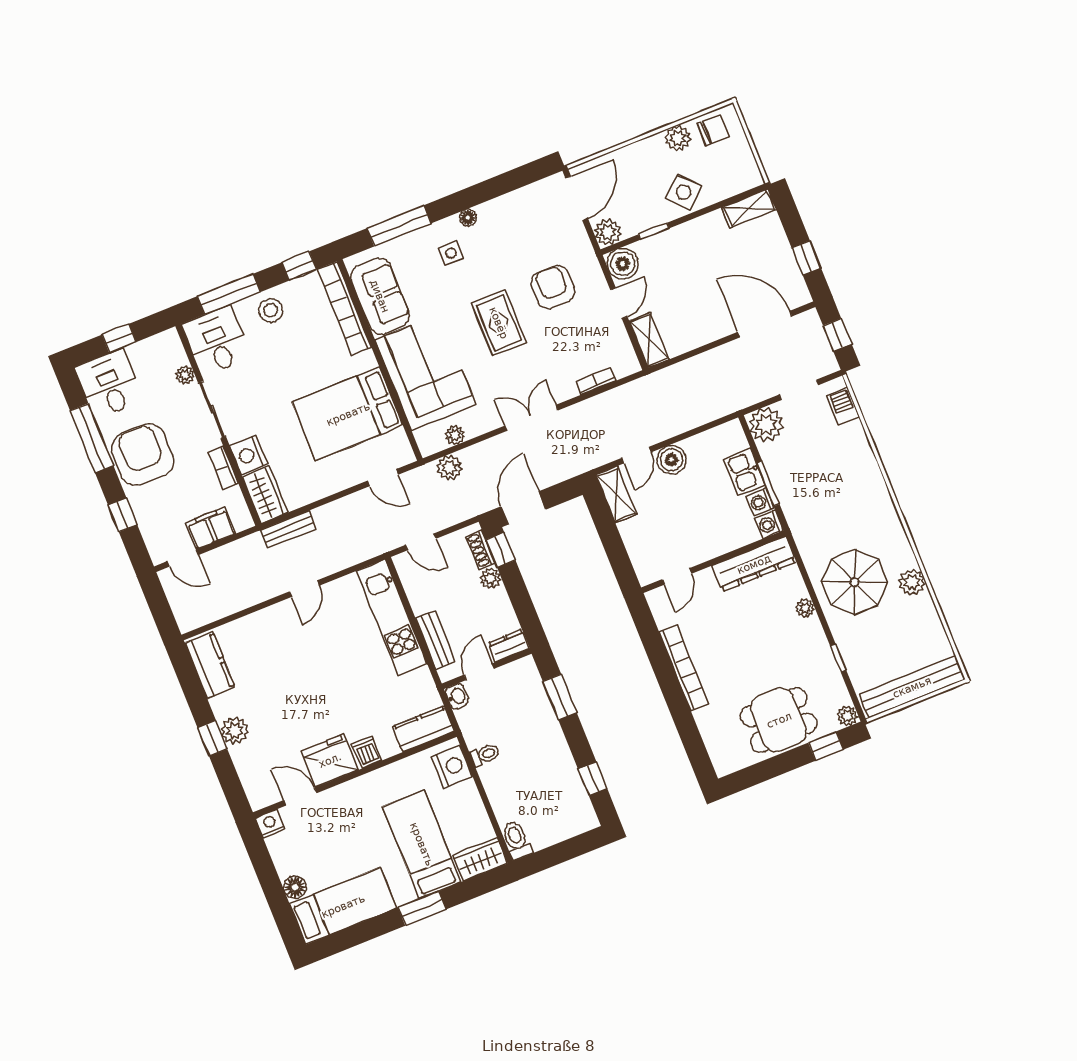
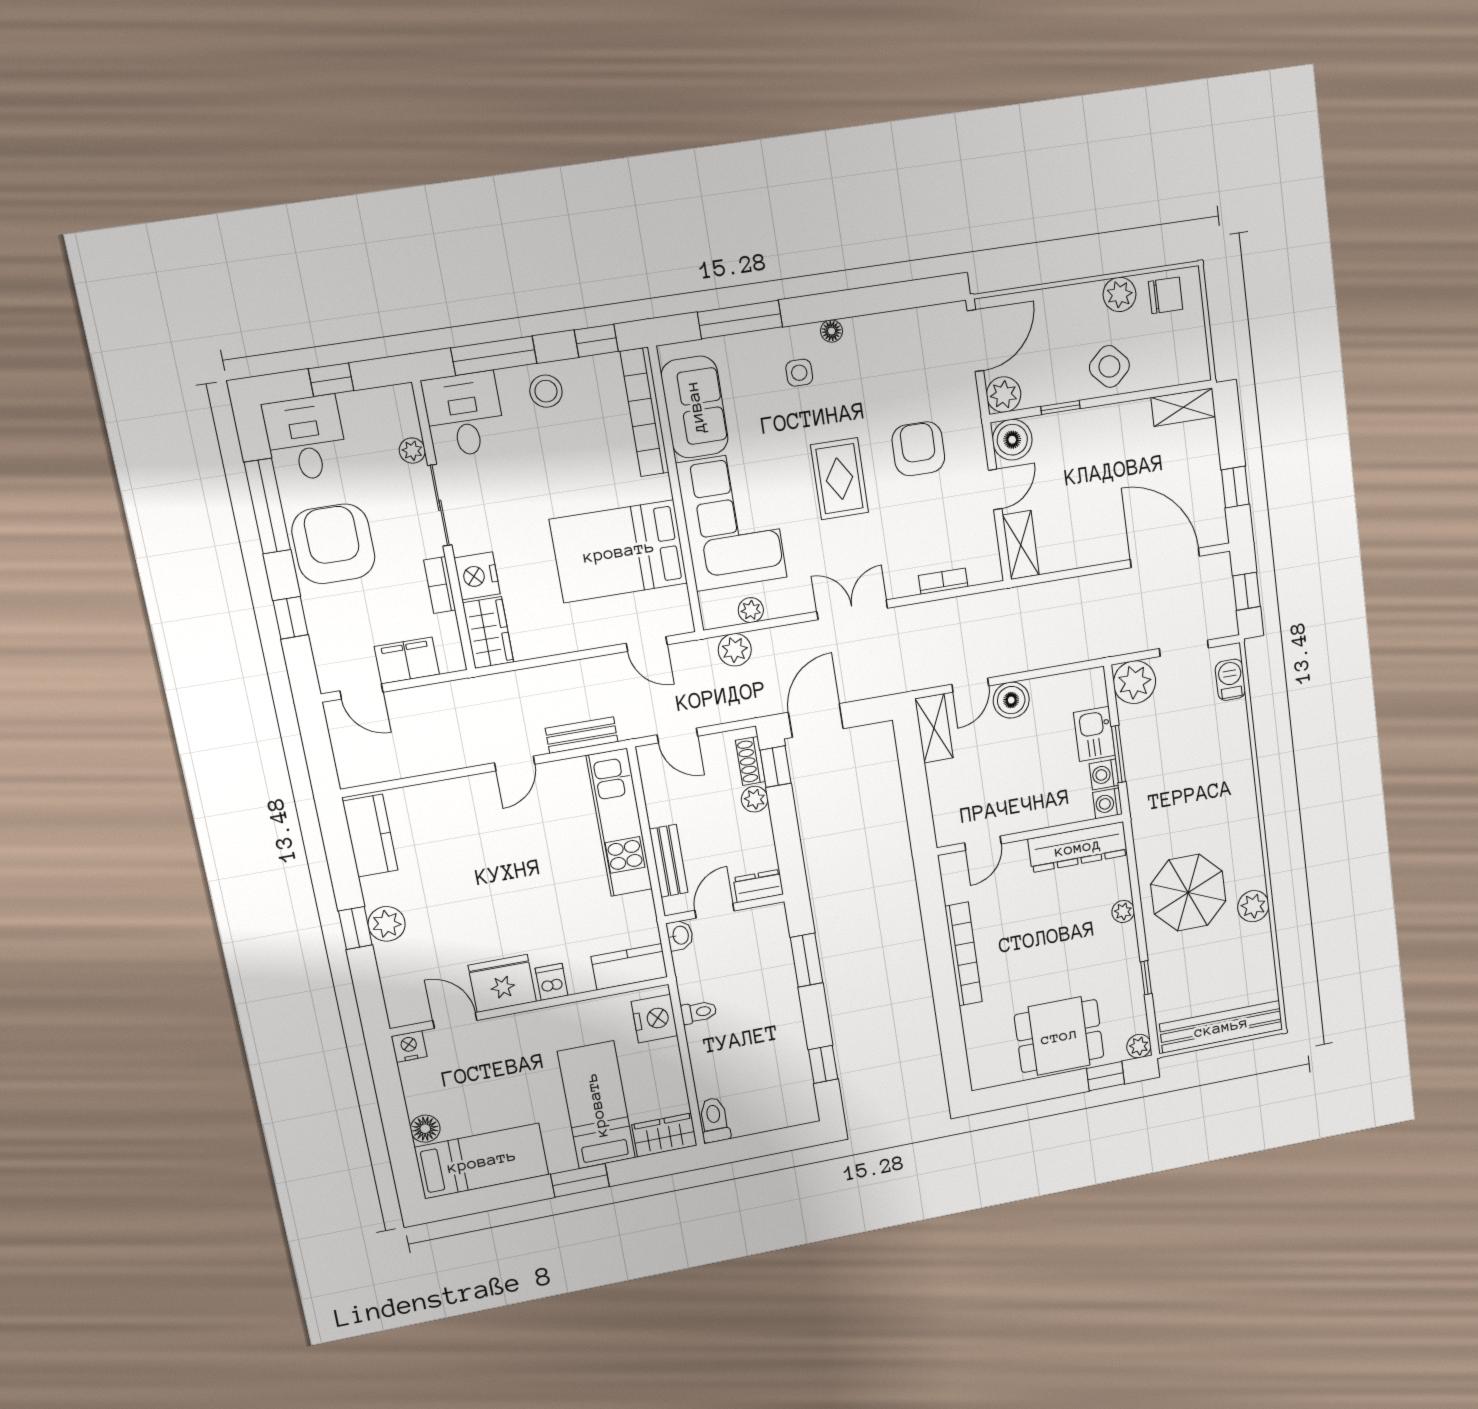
bench: (289, 530) -> (582, 735), moved

